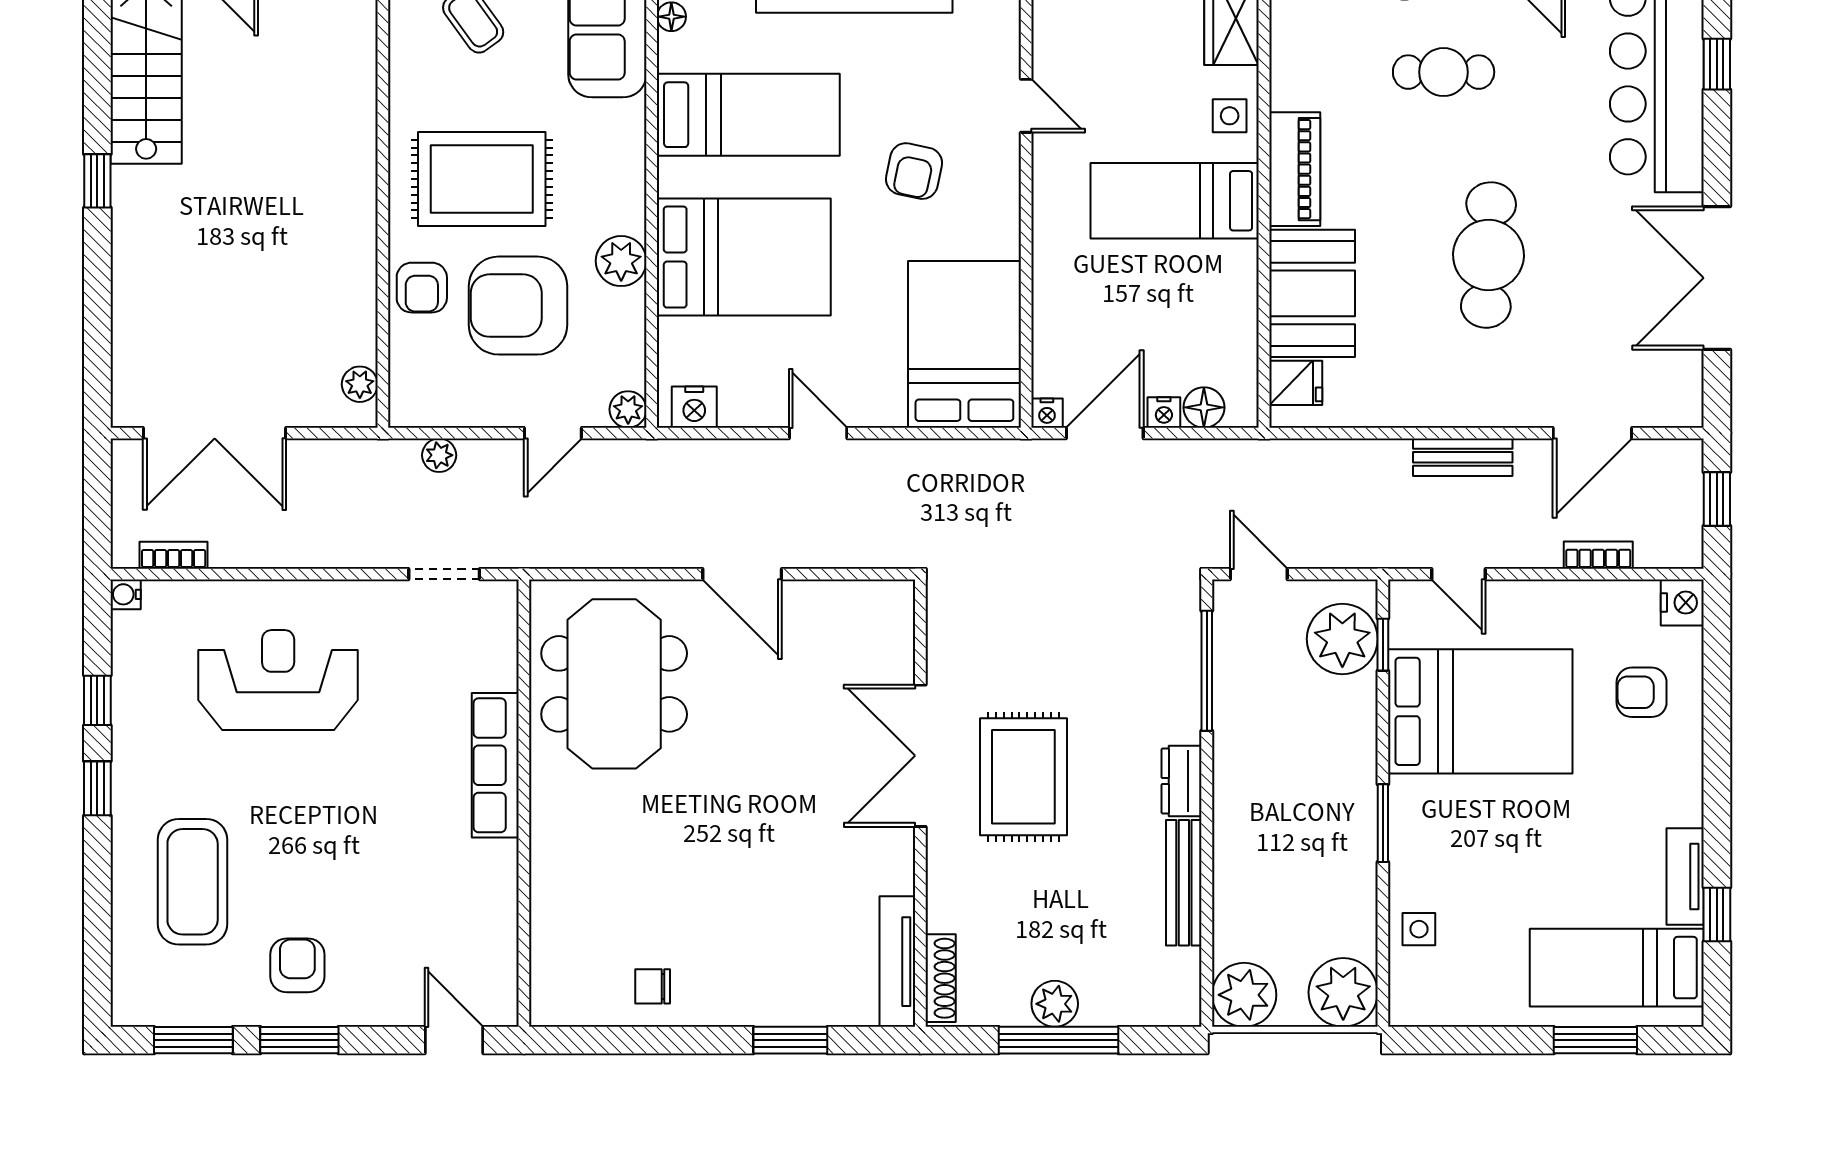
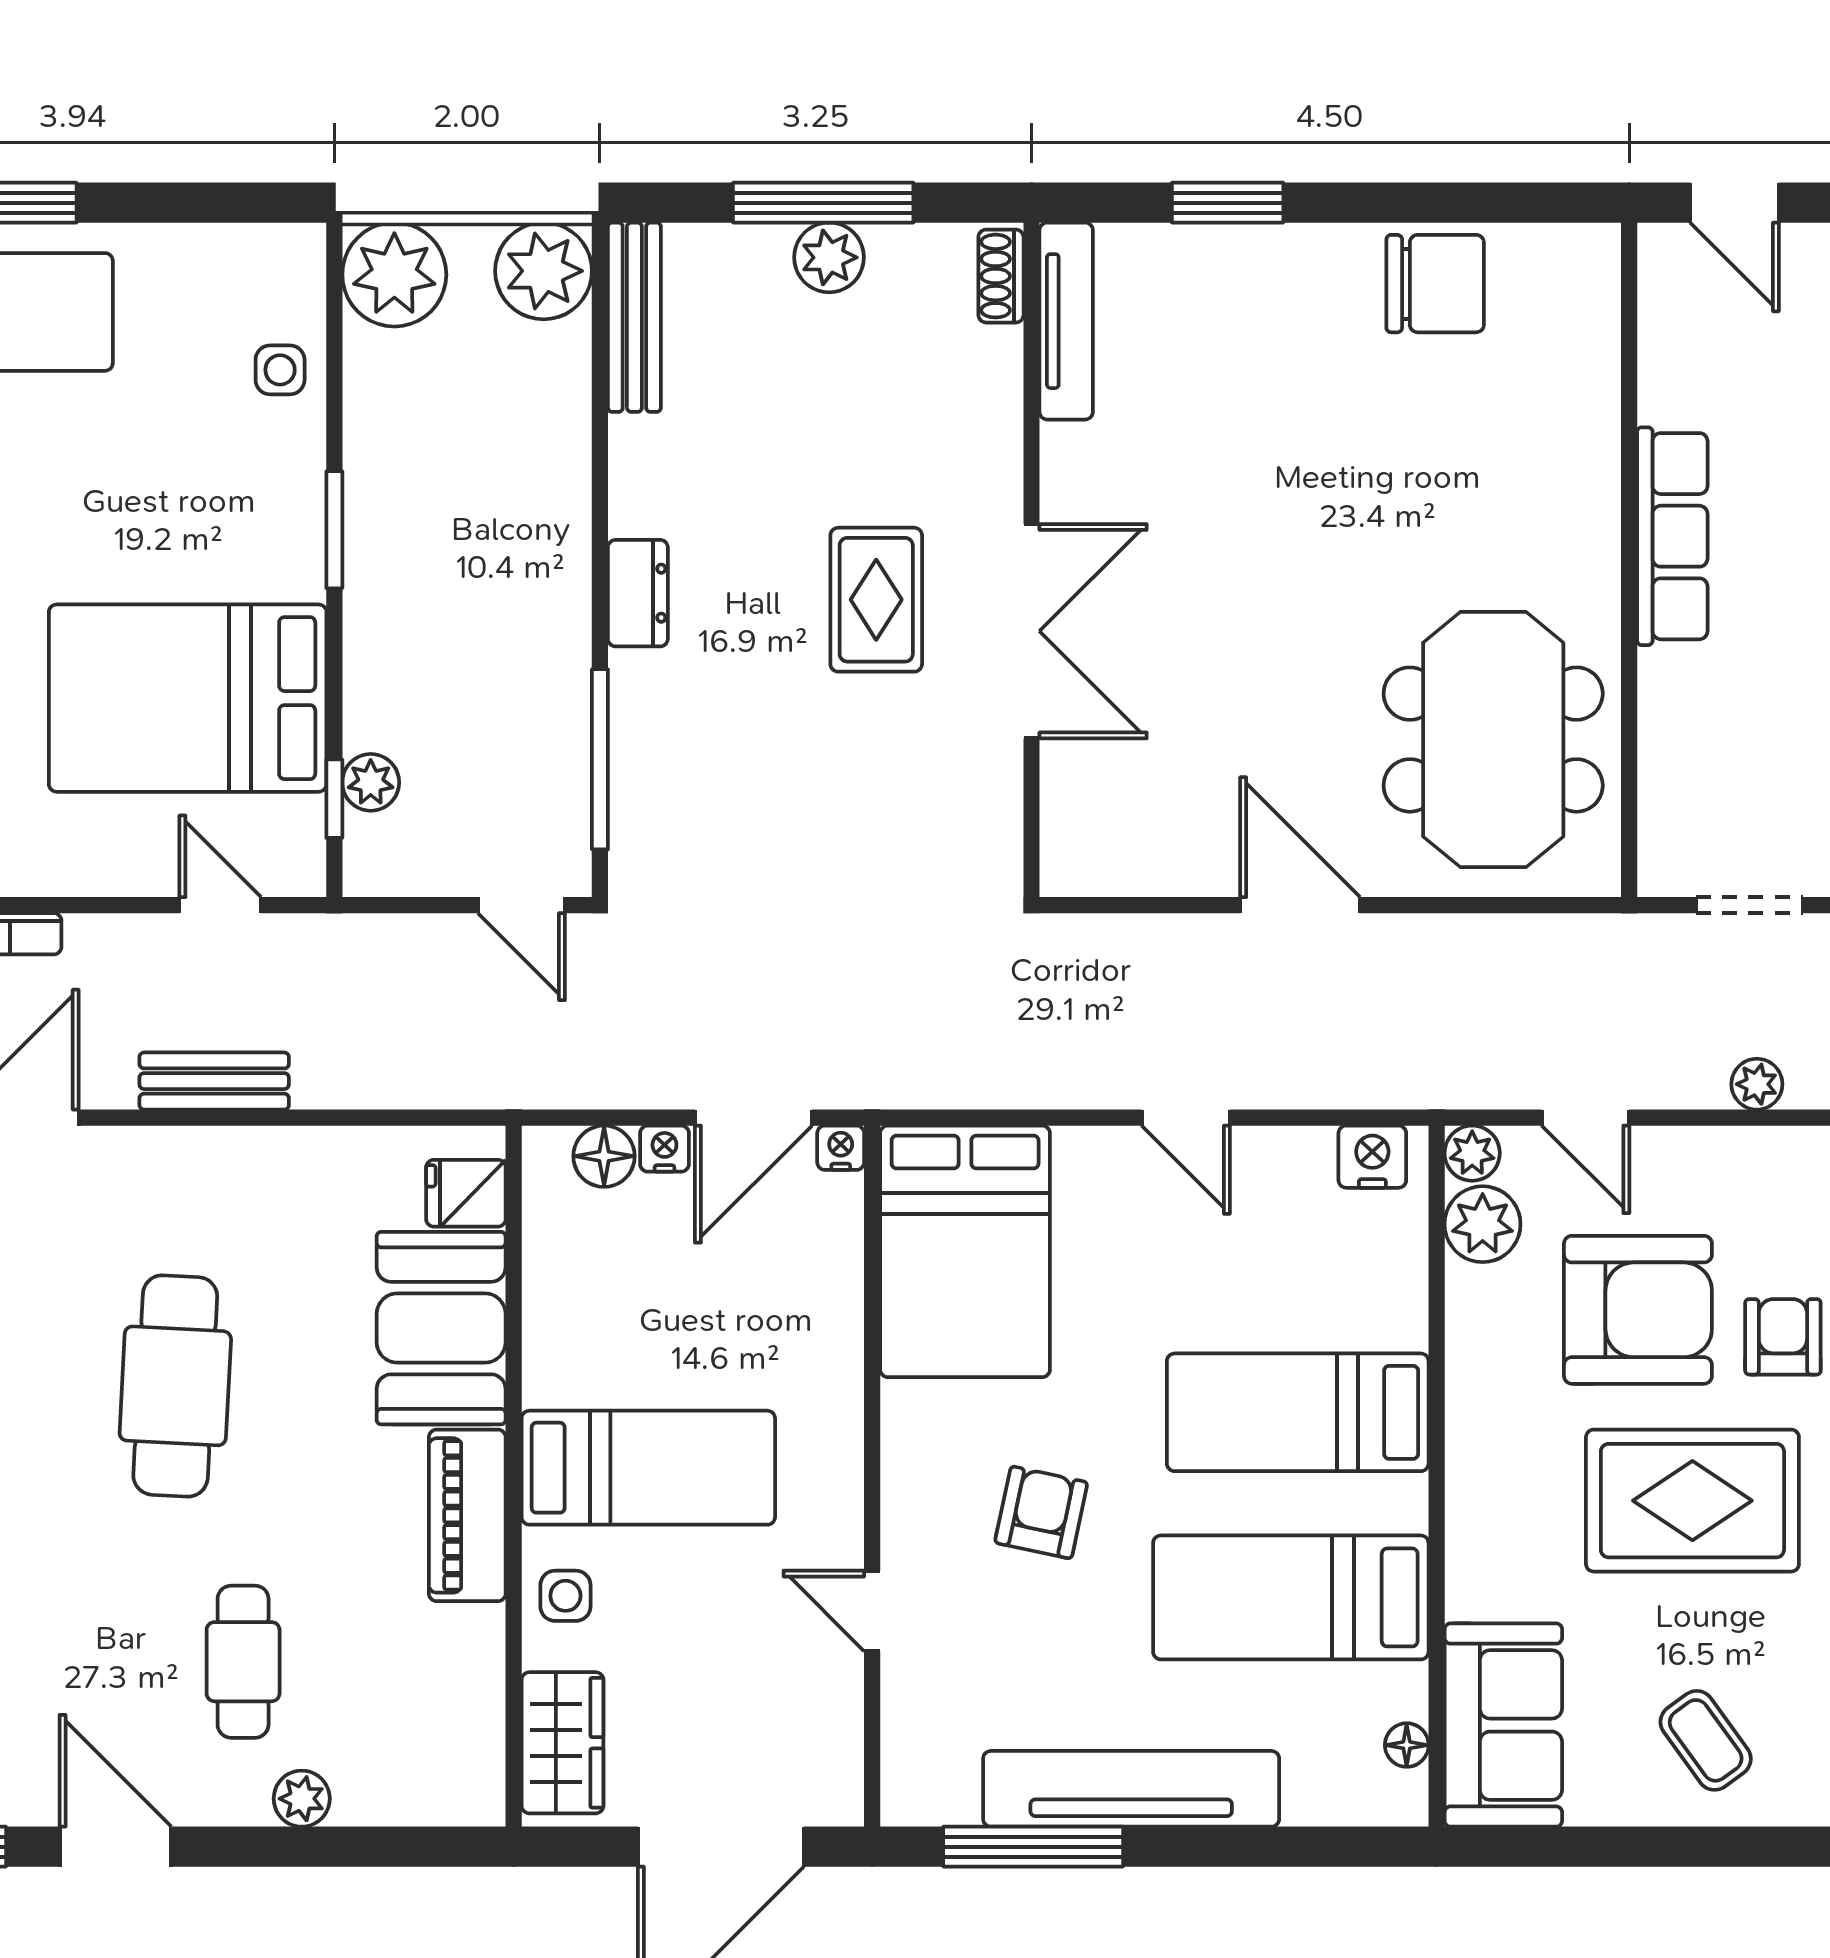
cafe table: (1444, 72) -> (243, 1662), turned 90
bed: (744, 257) -> (1298, 1412), width x0.67
plant: (621, 261) -> (1483, 1224), moved
door: (553, 433) -> (1585, 1118), swing flipped
plant: (1342, 639) -> (371, 782), width x0.53, depth x0.53
row of seats: (495, 765) -> (1672, 536), moved
rug: (1023, 777) -> (876, 600), width x0.73, depth x0.70
bench: (1184, 883) -> (634, 317), moved
shoe rack: (941, 978) -> (1001, 276), width x0.70
chair: (653, 986) -> (1435, 284), width x1.87, depth x1.87

